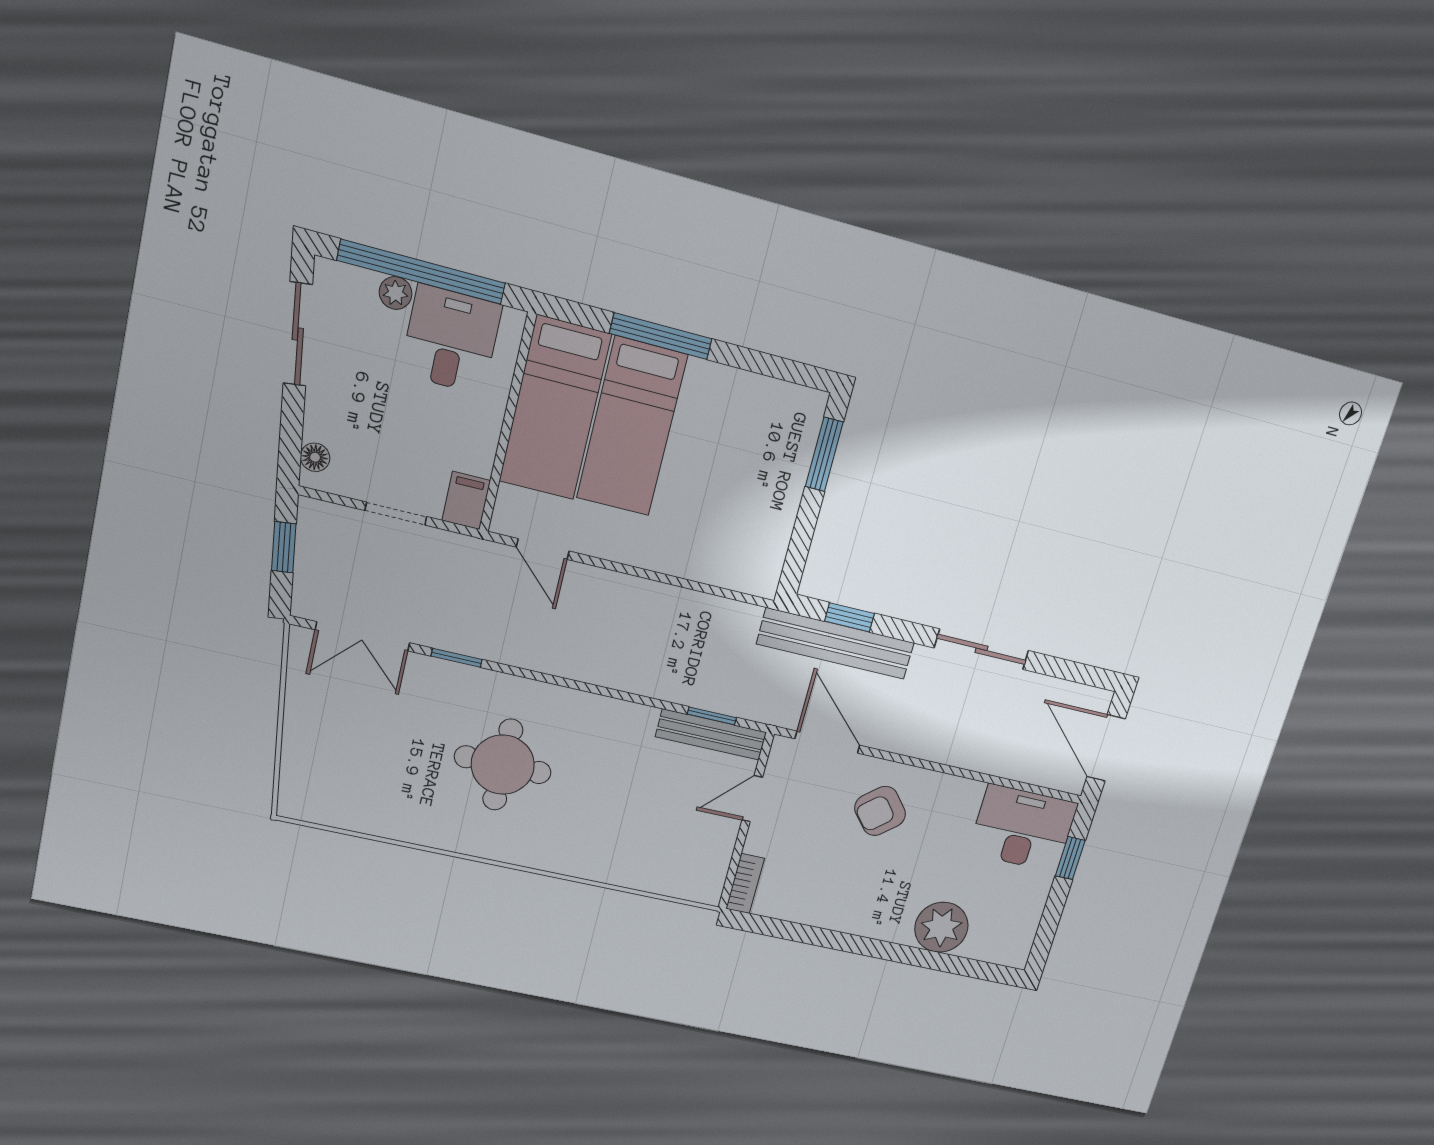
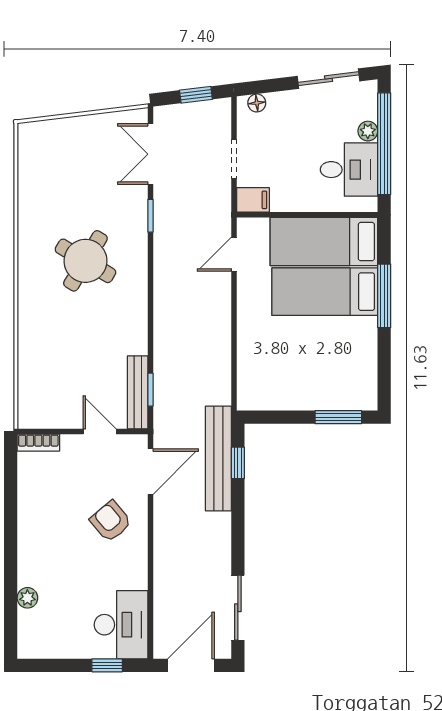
sliding door: (982, 649) -> (238, 608), moved
round table: (503, 765) -> (85, 261), turned 31
plant: (941, 927) -> (27, 598), width x0.53, depth x0.53

